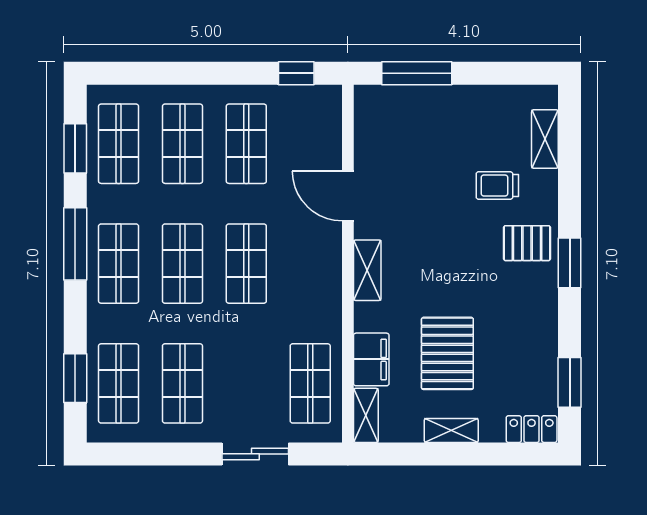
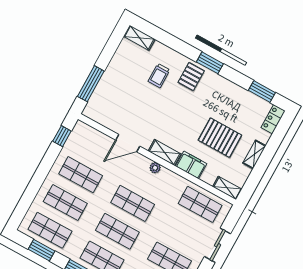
shelving: (545, 139) -> (139, 38), moved
plant: (331, 268) -> (155, 168), added
filing cabinet: (371, 359) -> (191, 165), moved

